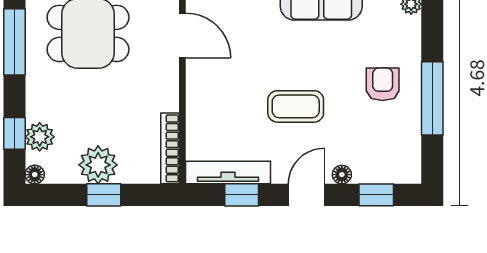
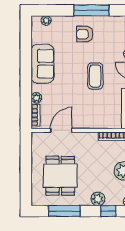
plant: (40, 137) -> (98, 199), moved

